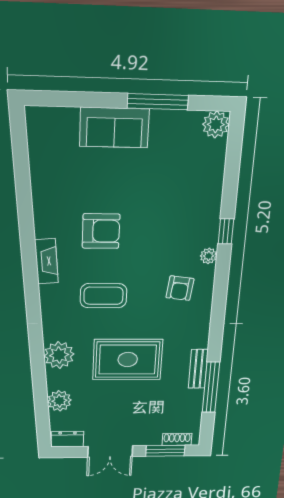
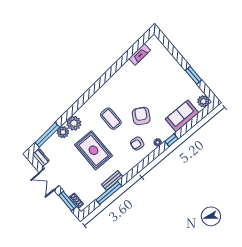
window: (158, 102) -> (194, 75), width x0.69
sofa: (114, 128) -> (182, 116), moved, turned 90
armchair: (101, 231) -> (141, 116), moved, turned -150
fireplace: (46, 261) -> (140, 54), moved
plant: (59, 401) -> (63, 132), moved
window: (41, 406) -> (47, 135), added

